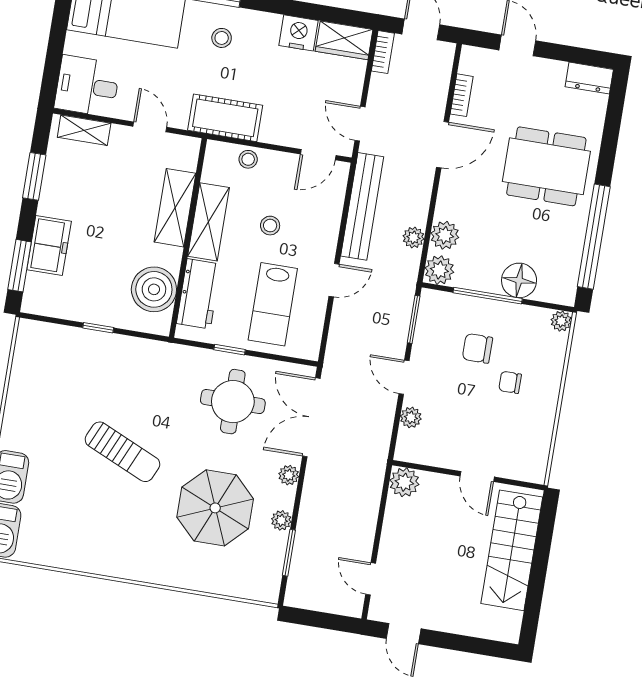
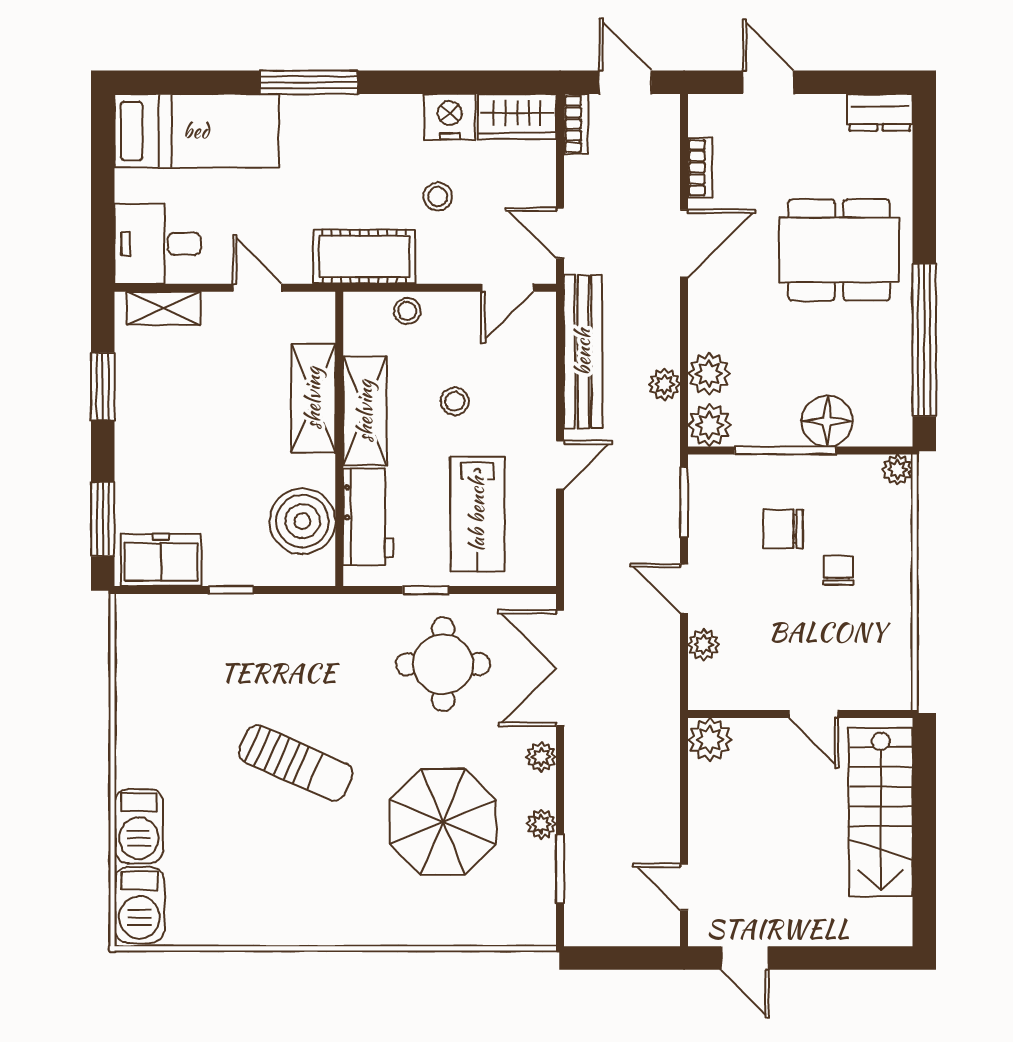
stool: (222, 38) -> (438, 197), moved
freezer: (49, 245) -> (161, 560), moved, turned -90
chair: (510, 382) -> (838, 570), turned 90

